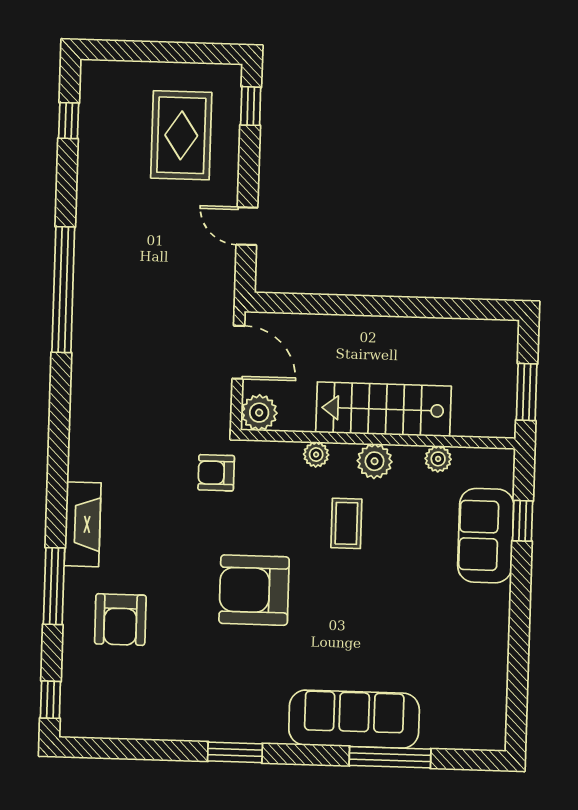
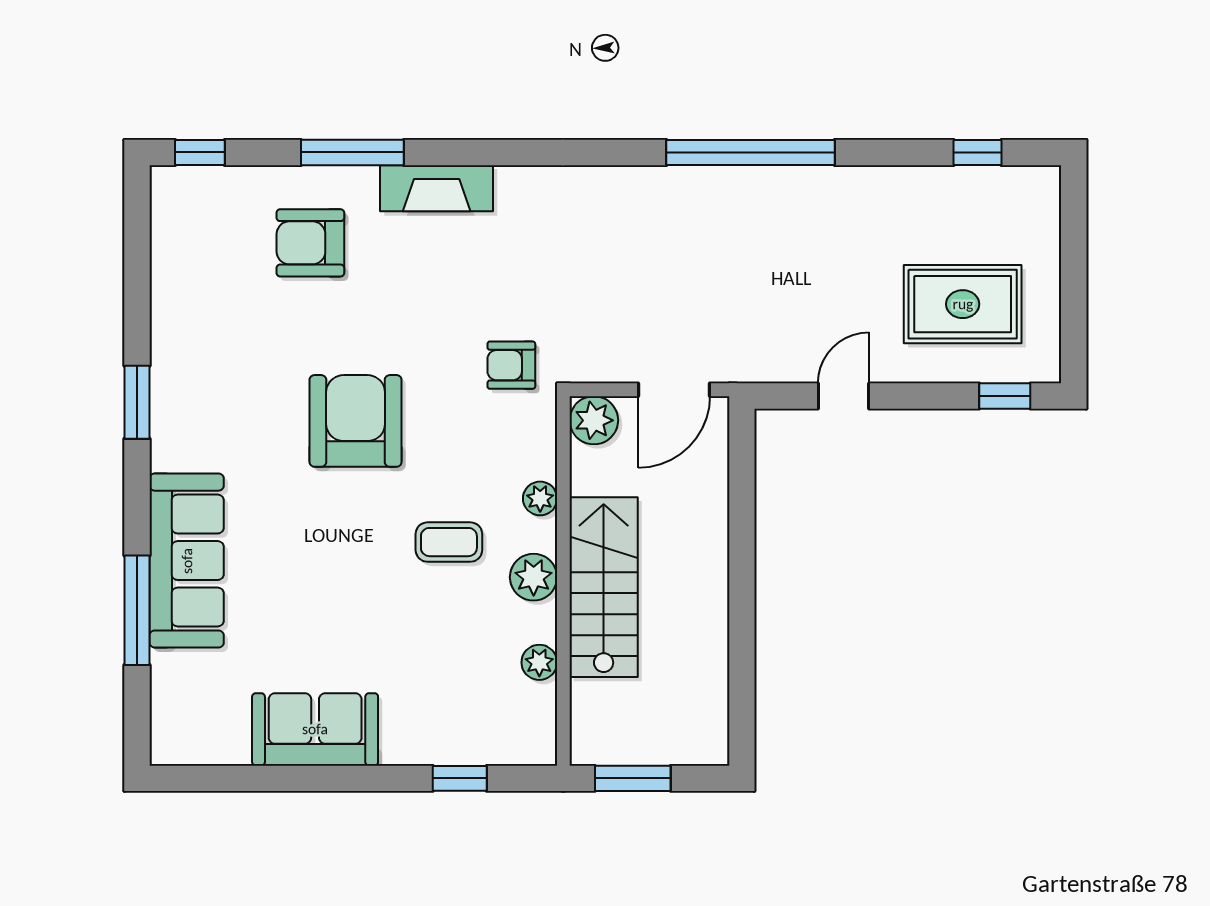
armchair: (216, 473) -> (511, 365), turned -90
sofa: (486, 536) -> (315, 729), moved

